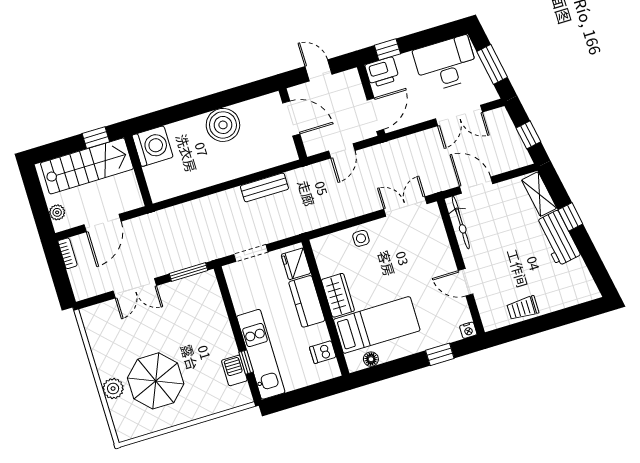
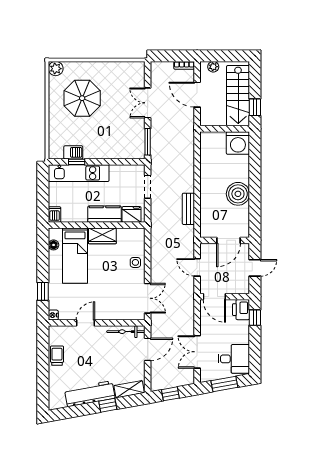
desk: (446, 64) -> (234, 359), width x0.73
workbench: (558, 238) -> (90, 394), width x1.37
dishwasher: (323, 352) -> (55, 214), moved
plant: (113, 389) -> (56, 69), moved

